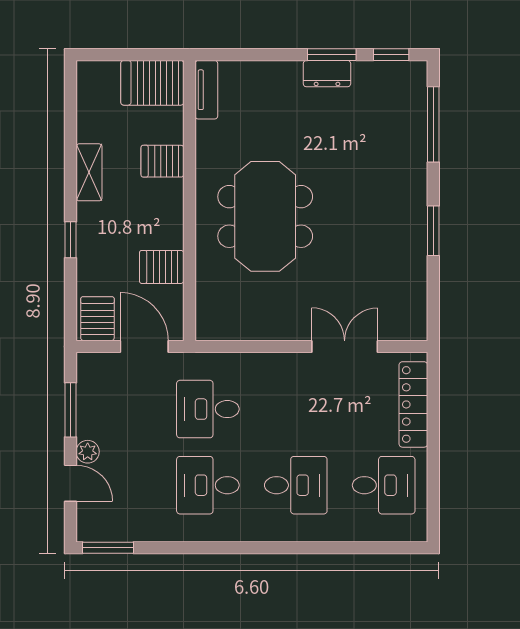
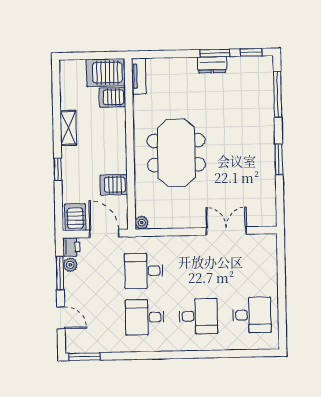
server rack: (163, 161) -> (112, 97), moved
plant: (206, 330) -> (142, 223), added
printer: (90, 368) -> (71, 247), added
locker: (413, 404) -> (269, 265), removed
plant: (88, 452) -> (70, 265), moved

